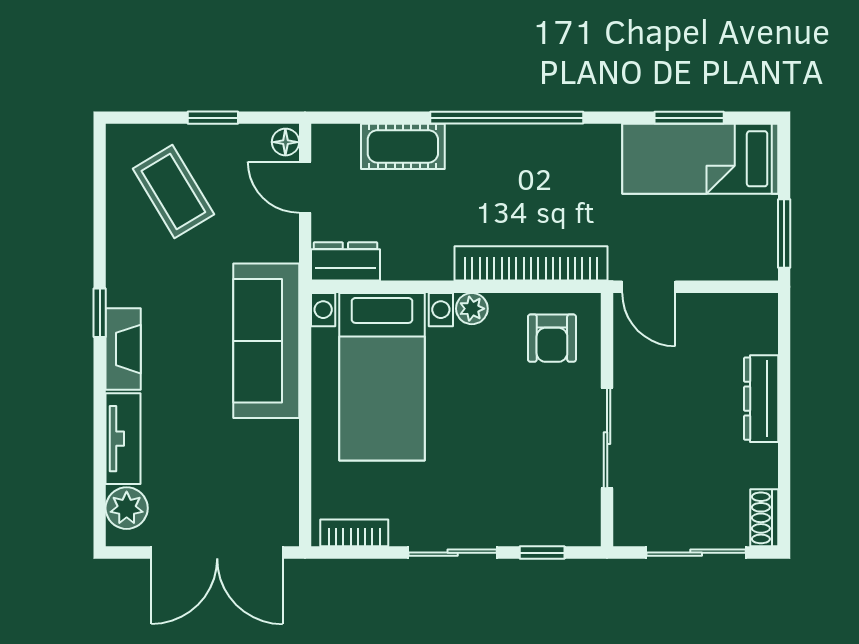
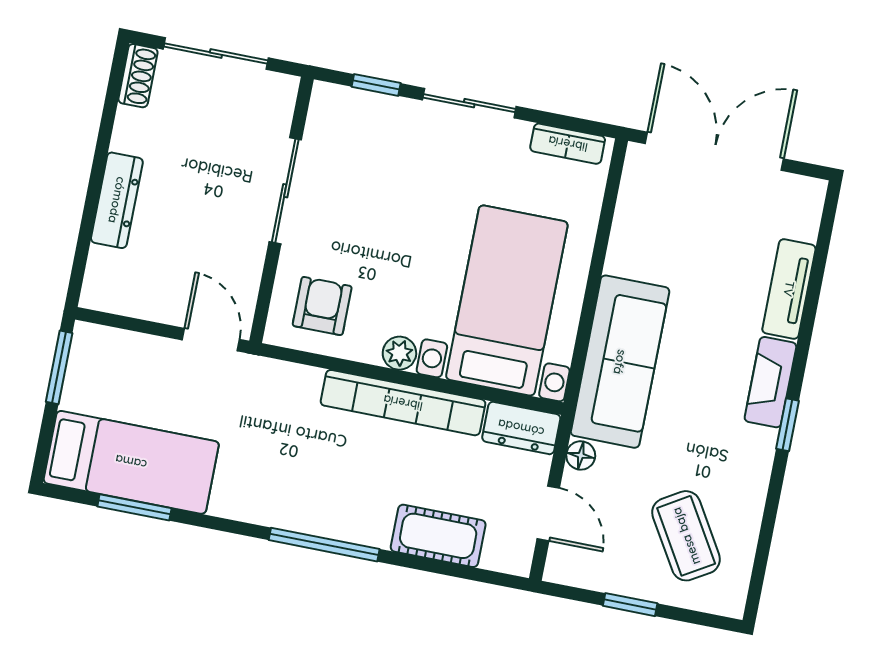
window: (507, 118) -> (324, 545), width x0.68
floor lamp: (285, 142) -> (581, 455), moved
bookcase: (531, 263) -> (403, 403), moved
plant: (127, 508) -> (799, 216), removed

